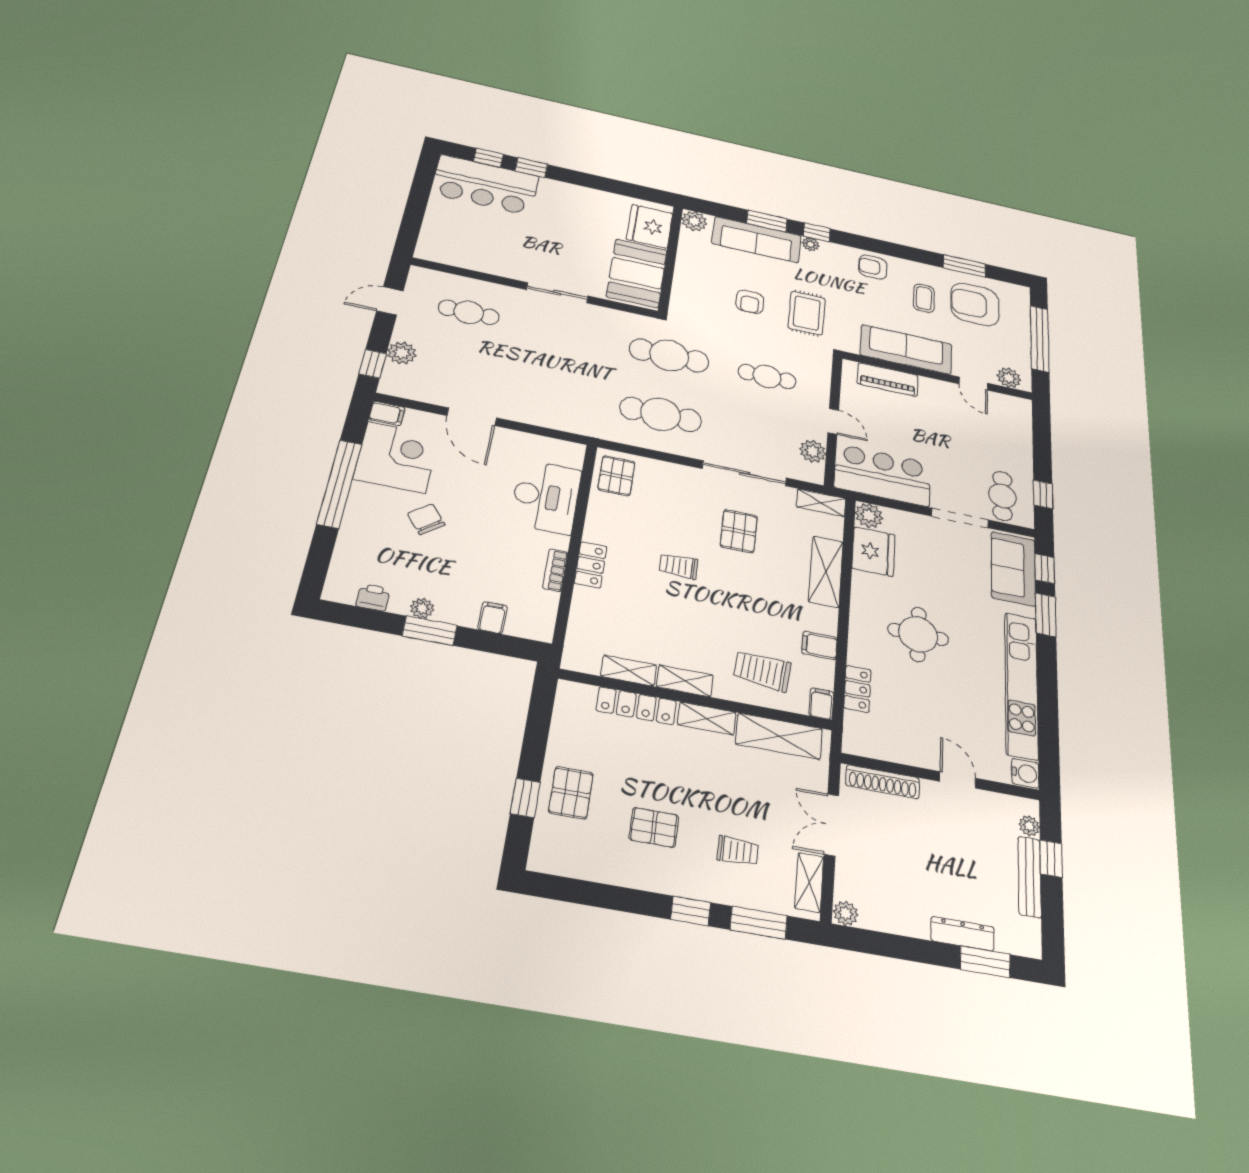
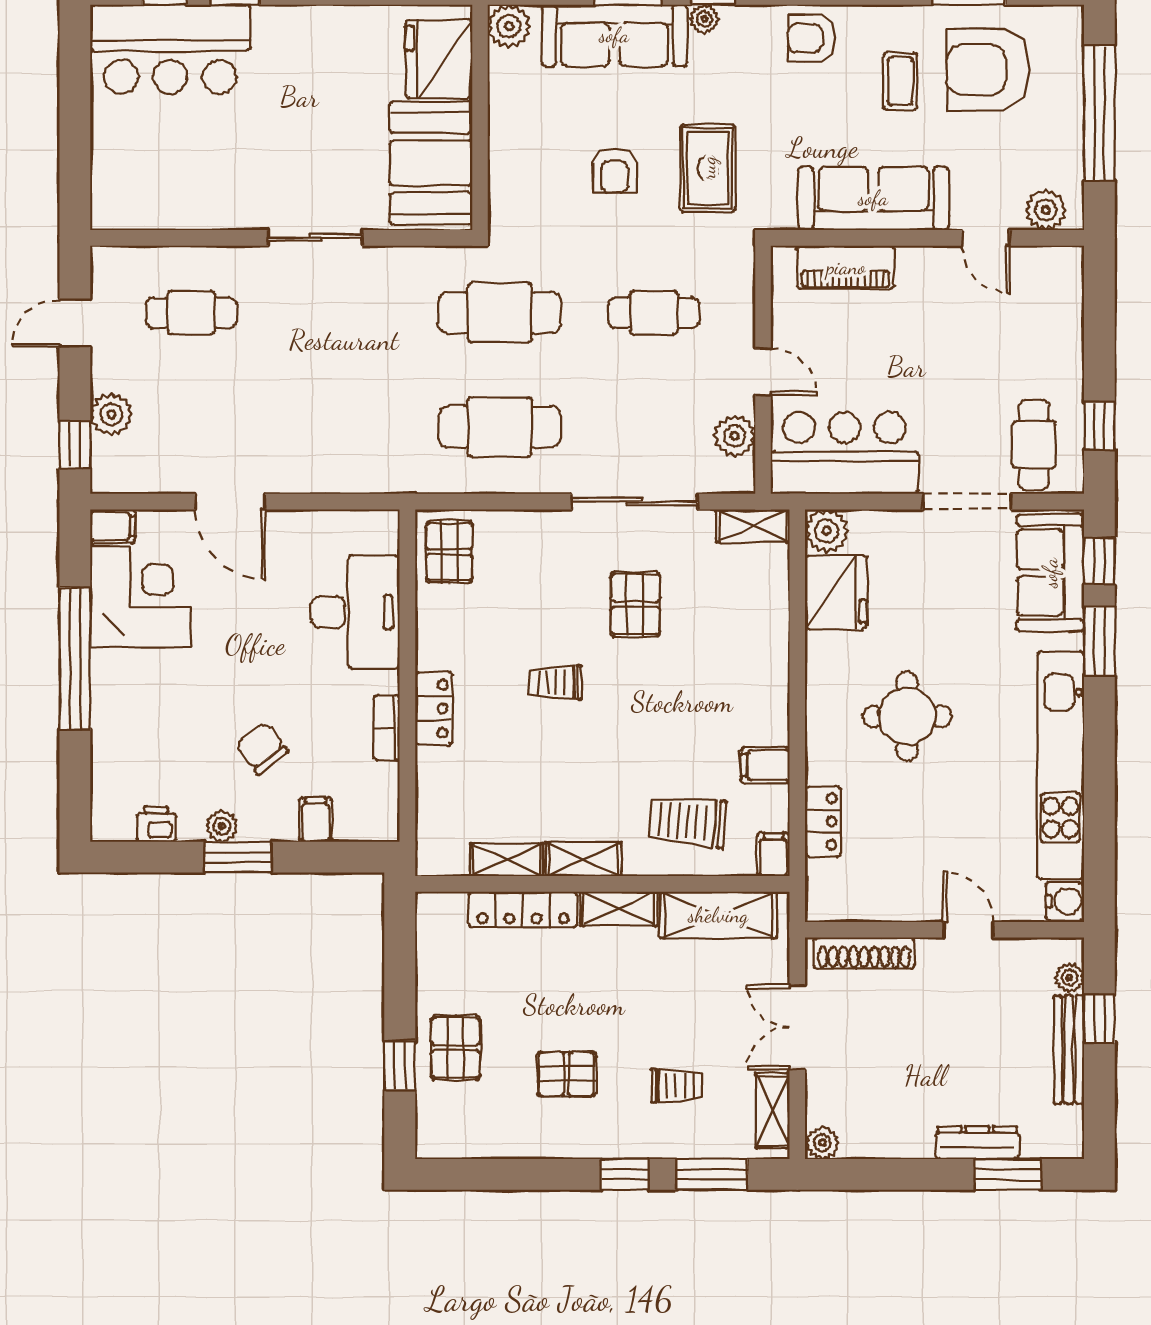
chair: (426, 519) -> (262, 748), moved
shelving: (826, 572) -> (767, 643), removed

